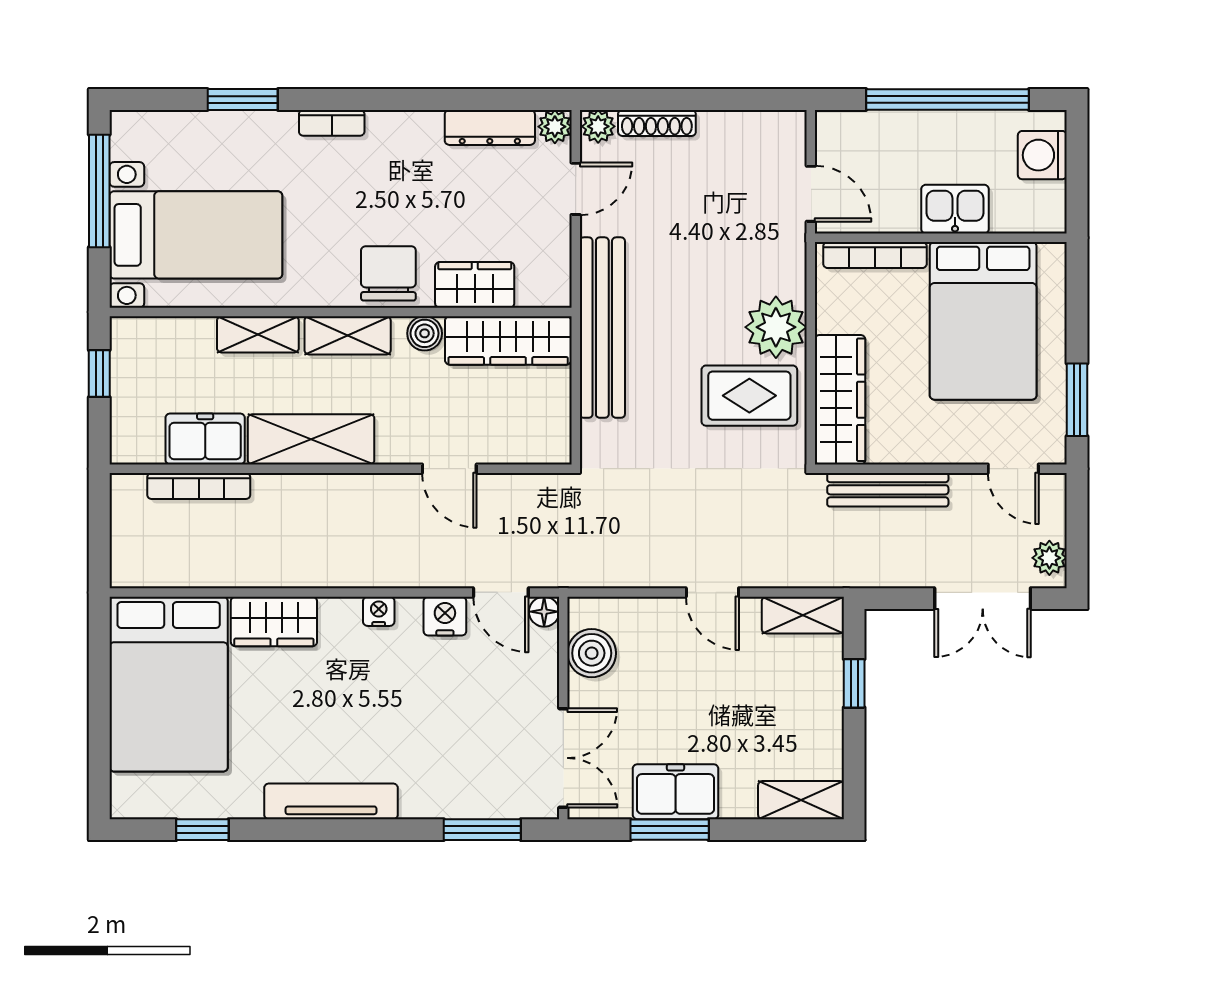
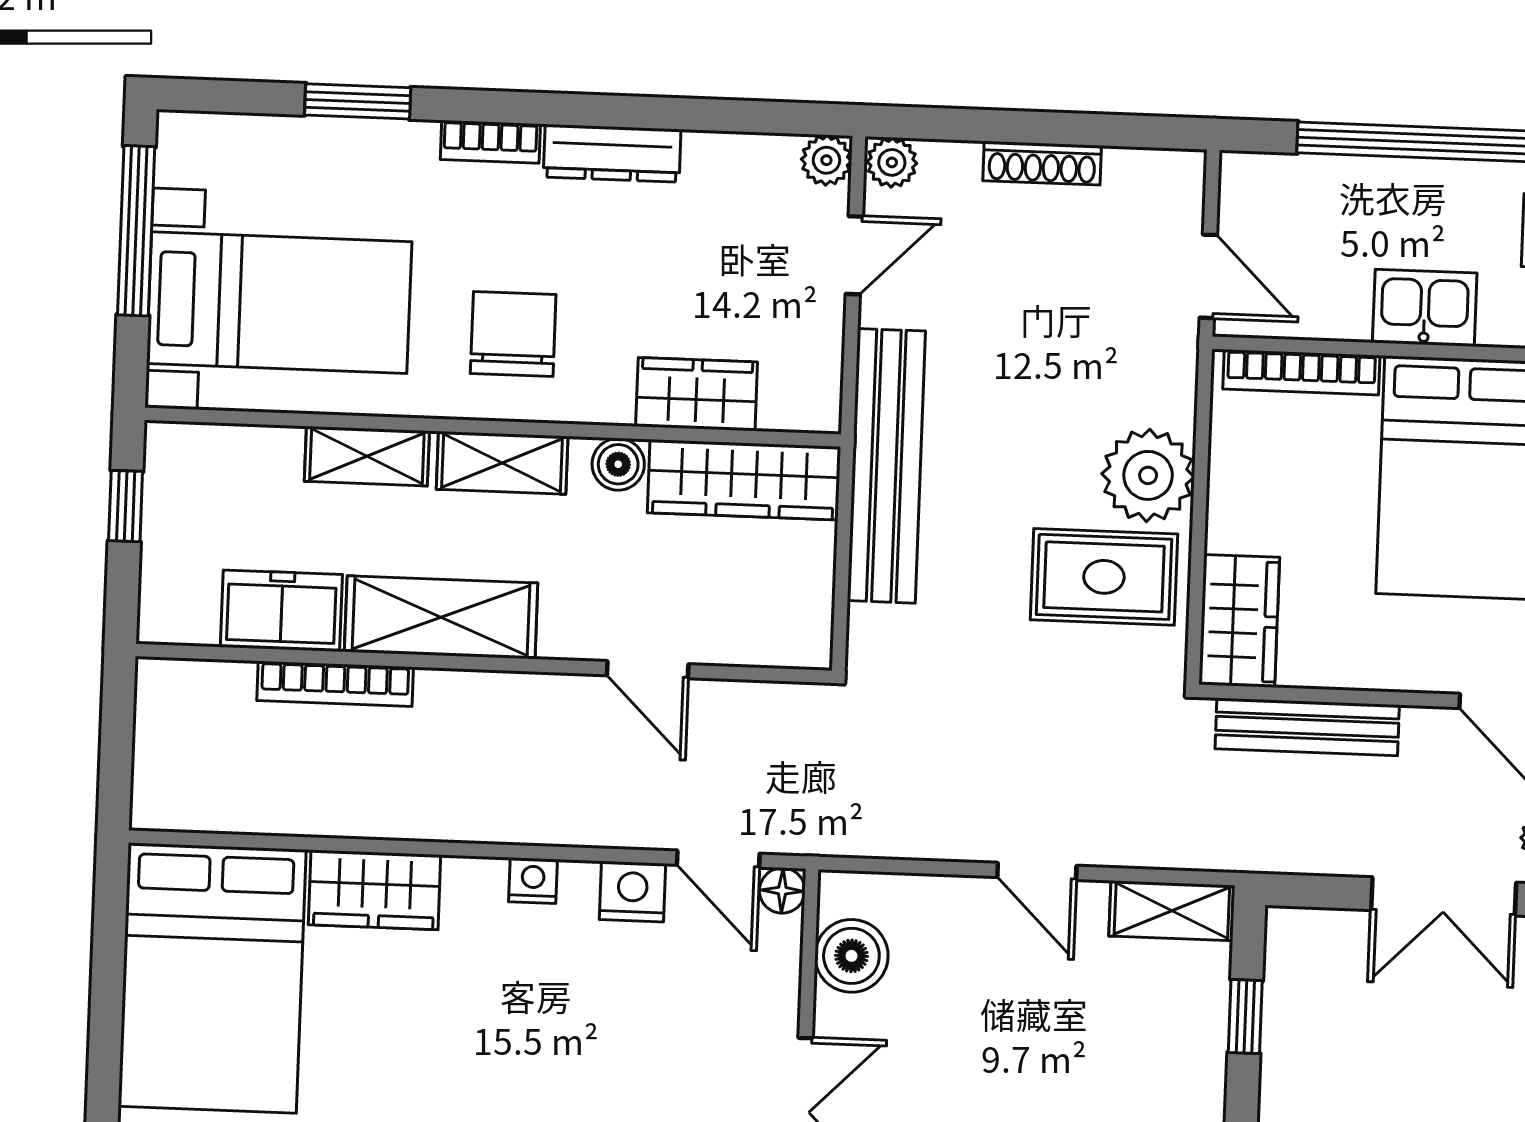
shoe rack: (657, 123) -> (1042, 163), moved
dresser: (490, 127) -> (612, 153), moved
chair: (388, 273) -> (513, 334), moved
wardrobe: (840, 400) -> (1239, 621), width x0.67
bookcase: (199, 486) -> (335, 684), moved

